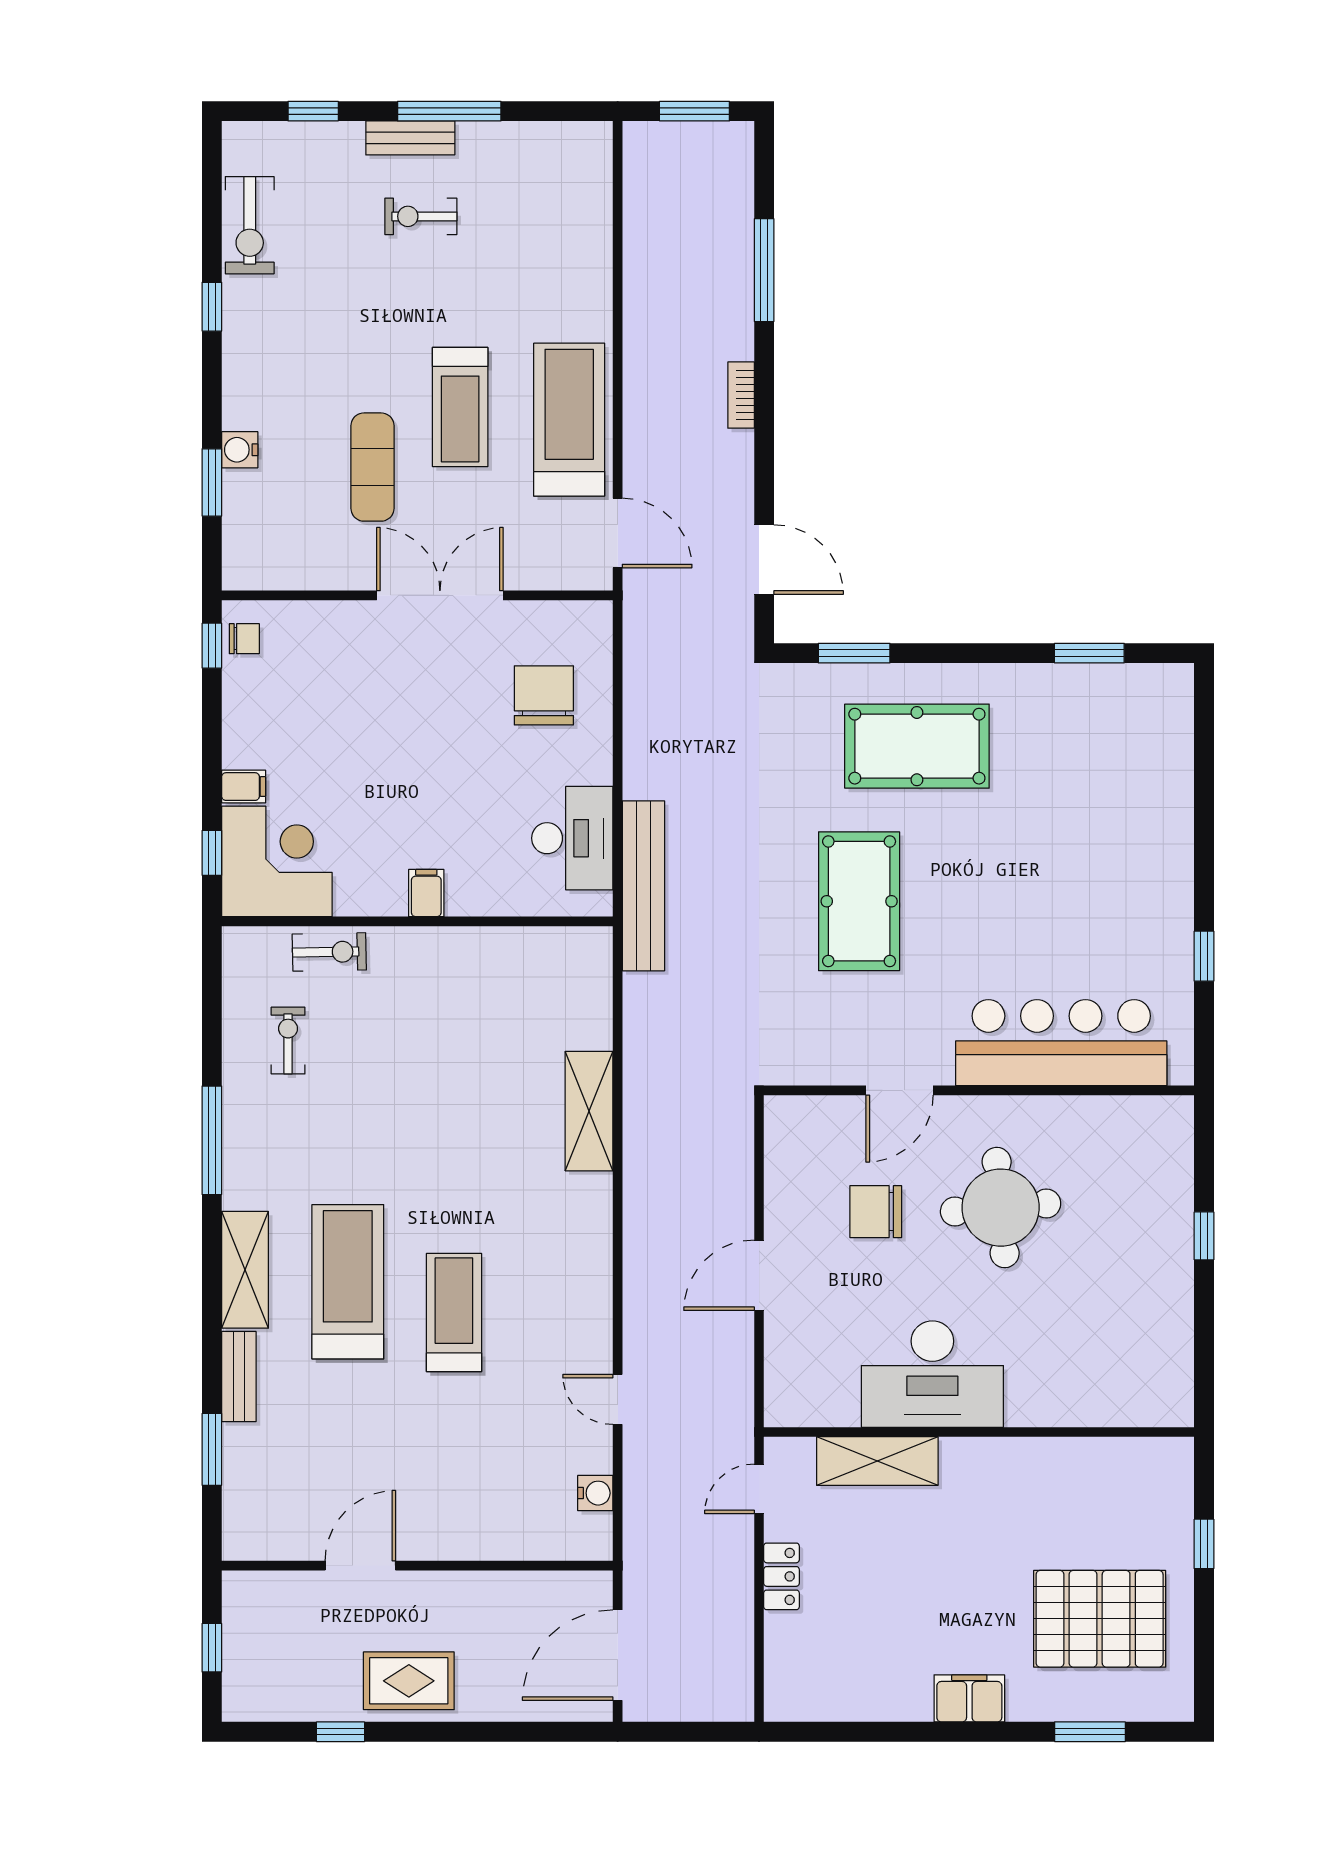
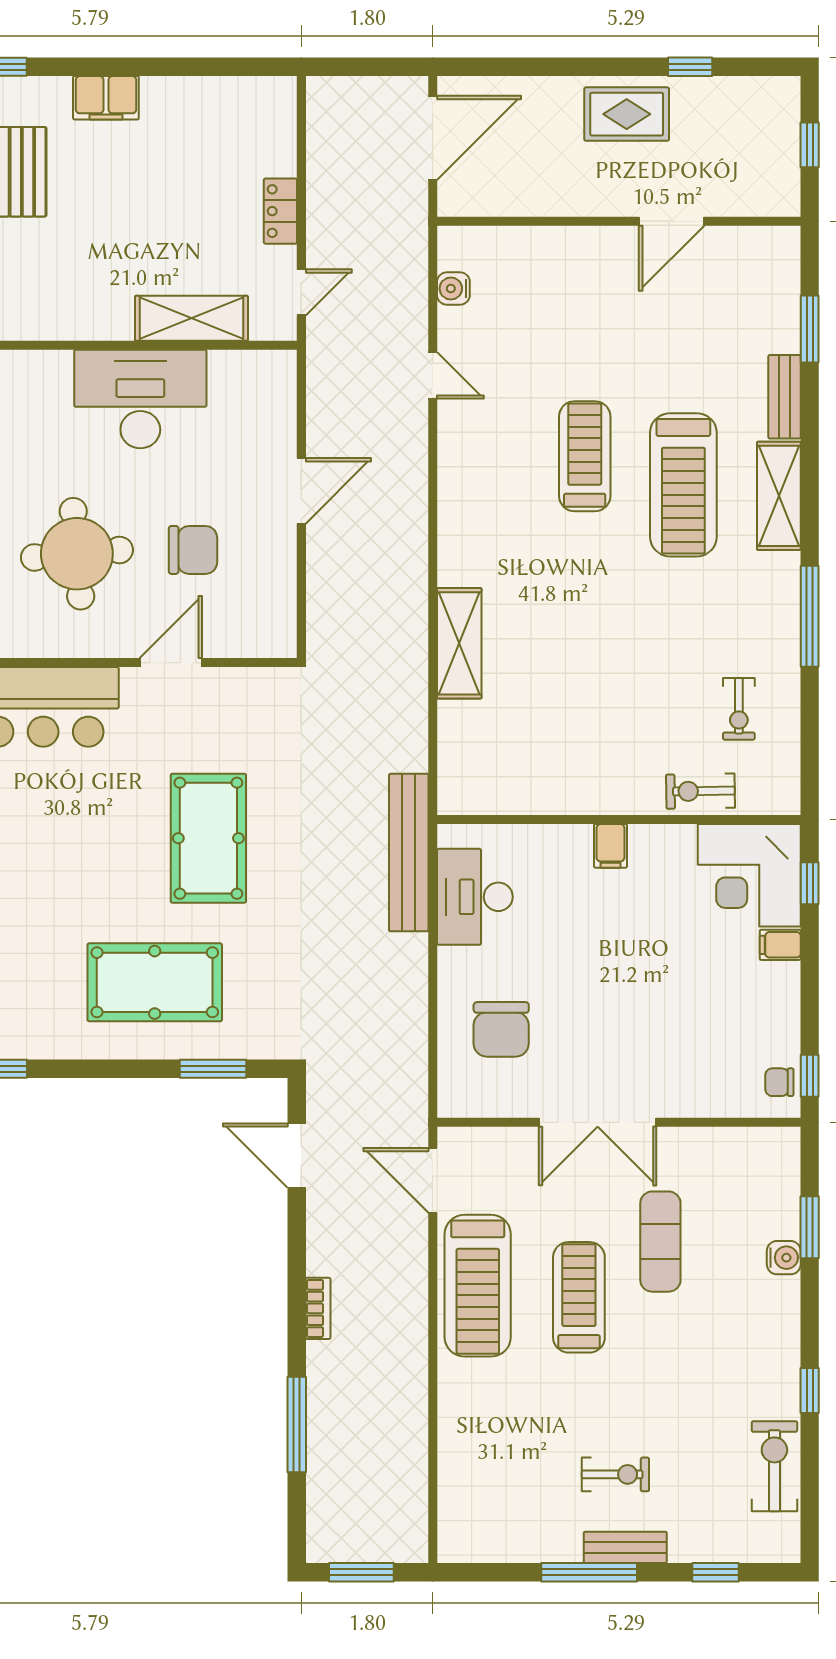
treadmill: (454, 1312) -> (585, 456), turned 180

